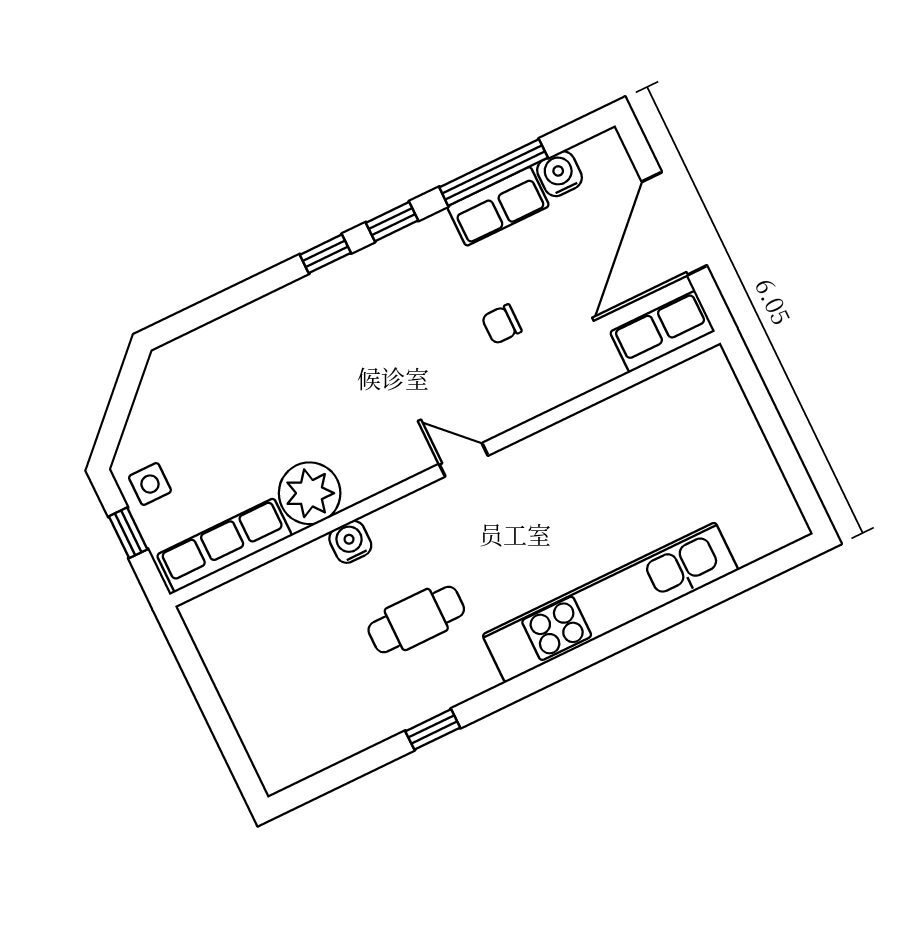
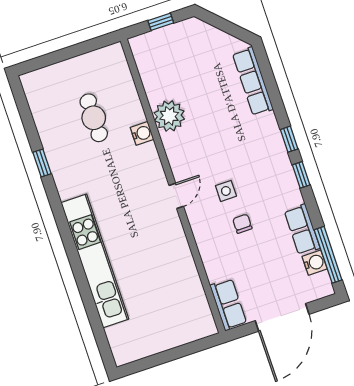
window: (494, 172) -> (328, 255), moved
door: (674, 224) -> (282, 317), swing flipped
side table: (150, 484) -> (226, 191), moved
row of seats: (224, 545) -> (253, 81), moved, turned 180
cafe table: (416, 620) -> (94, 118), moved

